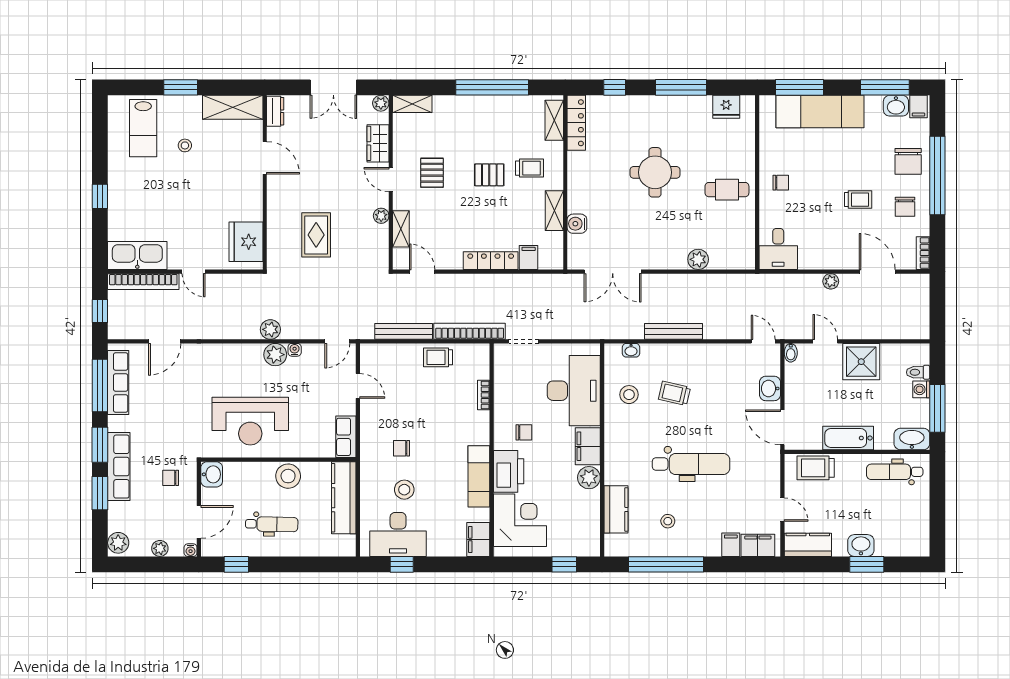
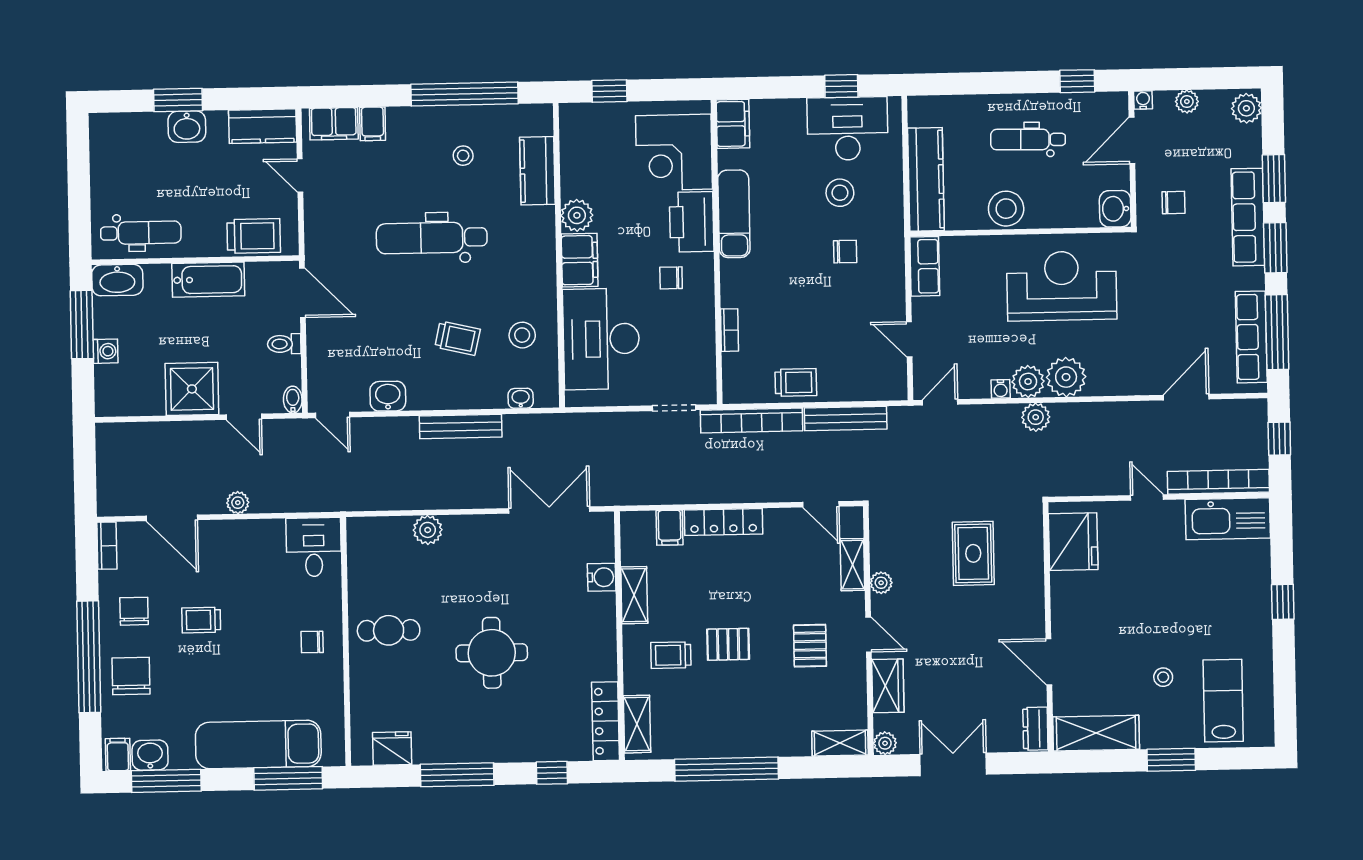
plant: (249, 357) -> (1066, 377), added
toilet: (918, 372) -> (284, 344), moved, turned 180
washbasin: (770, 388) -> (388, 396), moved, turned -90

